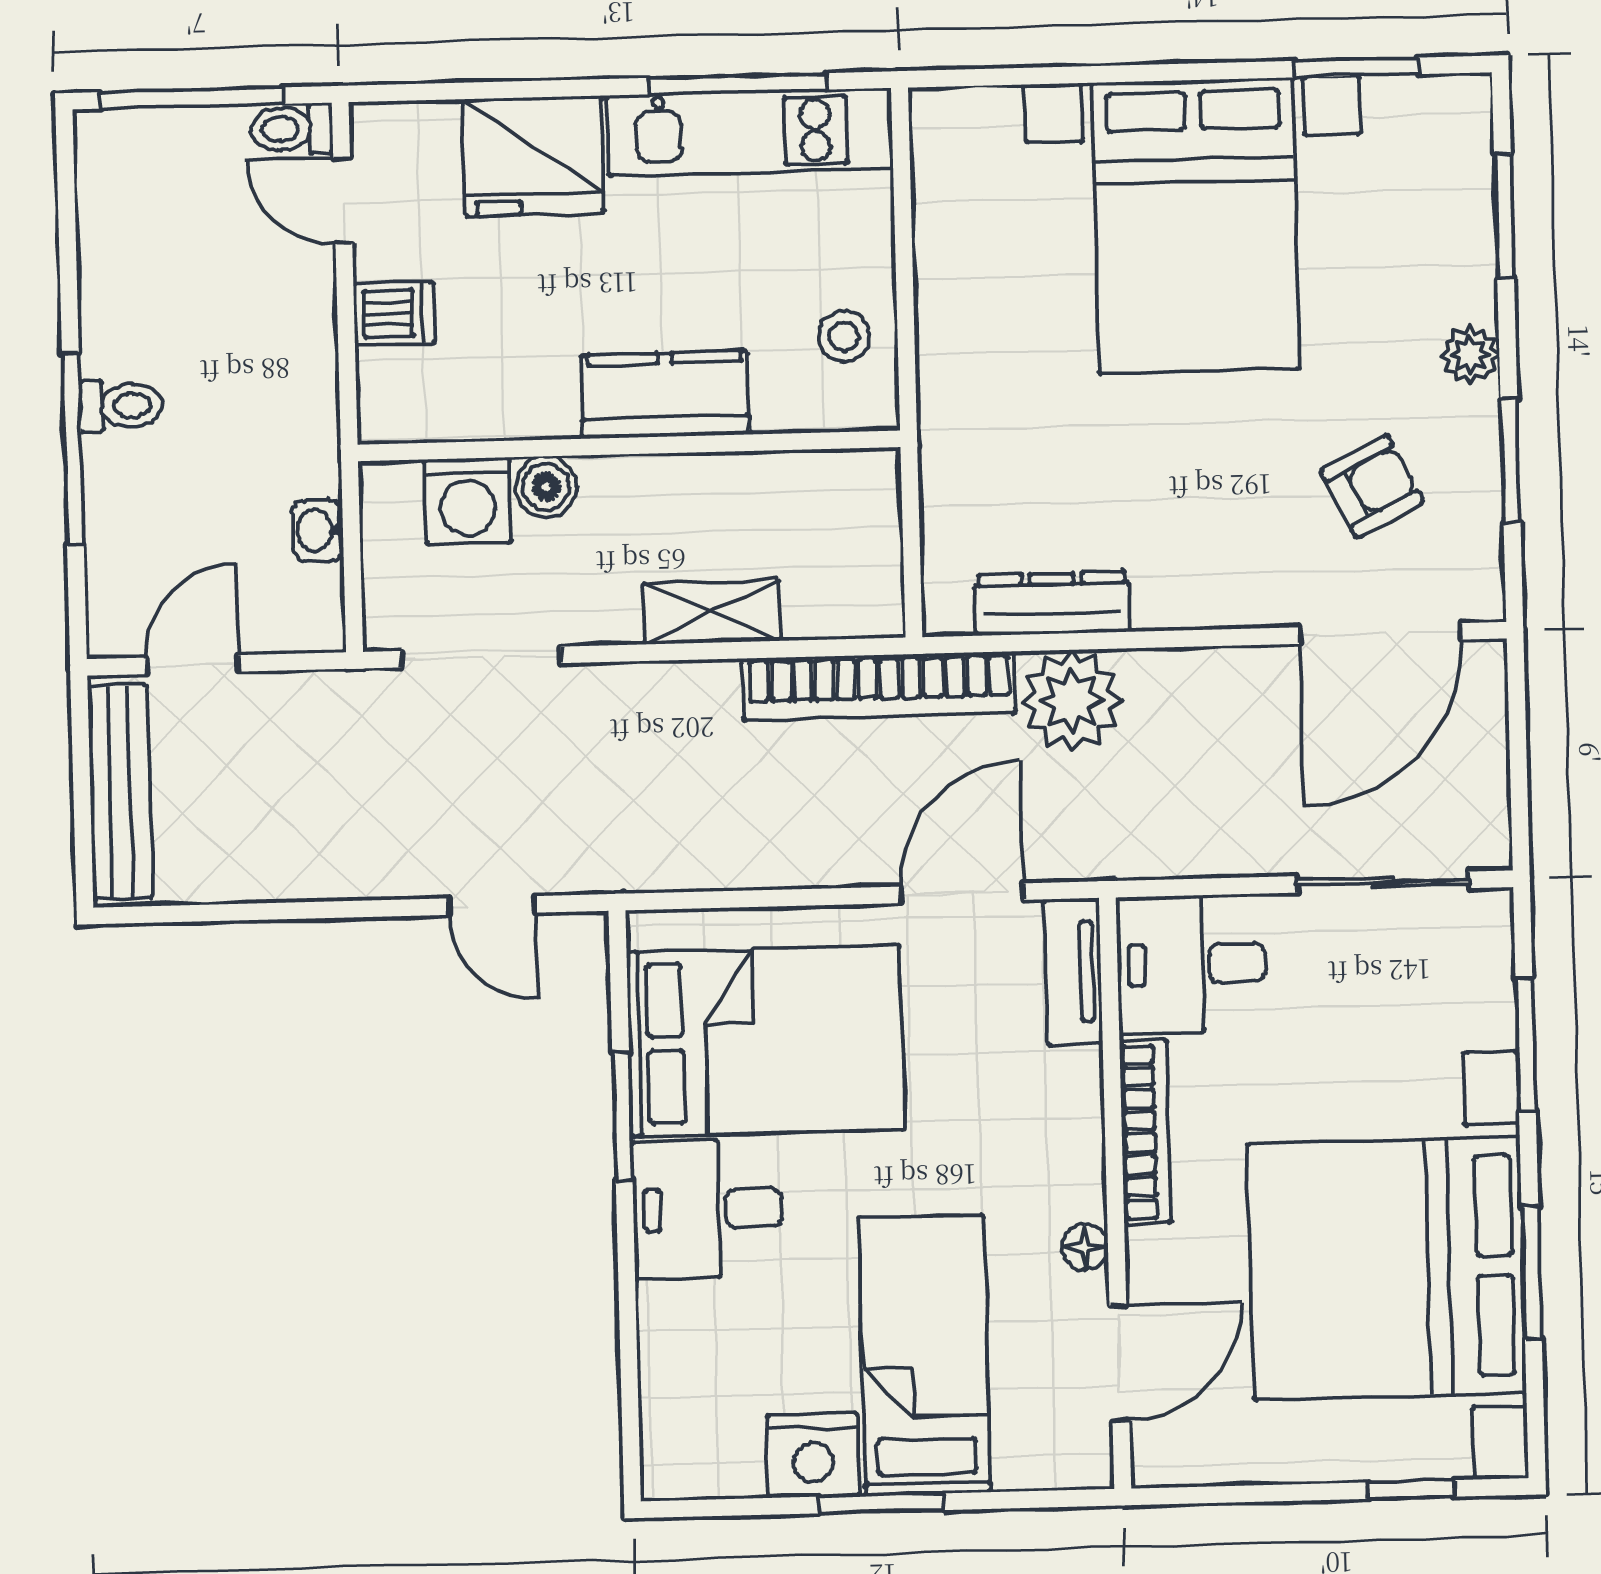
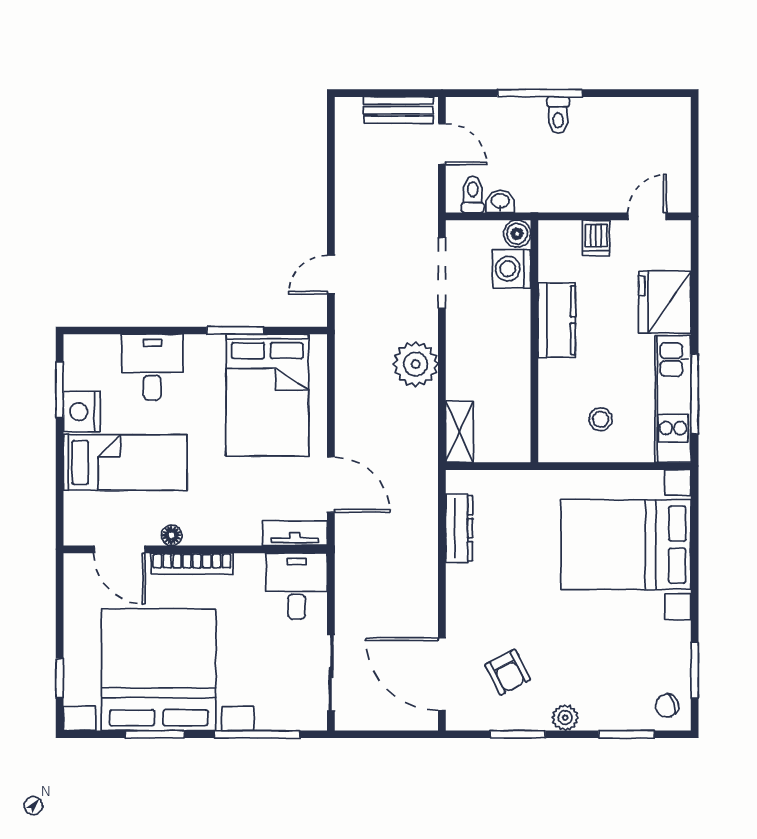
window: (192, 98) -> (695, 150), removed
chair: (1438, 127) -> (667, 706), added
toilet: (292, 129) -> (473, 194), moved
bed with nightstands: (1196, 226) -> (626, 545), moved
stool: (844, 336) -> (600, 419), moved
kitchen counter: (665, 395) -> (557, 320), moved
boiler: (546, 487) -> (517, 234), moved
shelving: (712, 612) -> (459, 432), moved
bookcase: (879, 686) -> (424, 450), removed
plant: (1072, 700) -> (416, 364), moved
bench: (120, 792) -> (399, 110), width x0.73
window: (1526, 1044) -> (257, 734), width x1.44
bookcase: (1145, 1132) -> (192, 564), moved
desk: (707, 1209) -> (152, 367), moved
window: (881, 1503) -> (60, 390), moved

